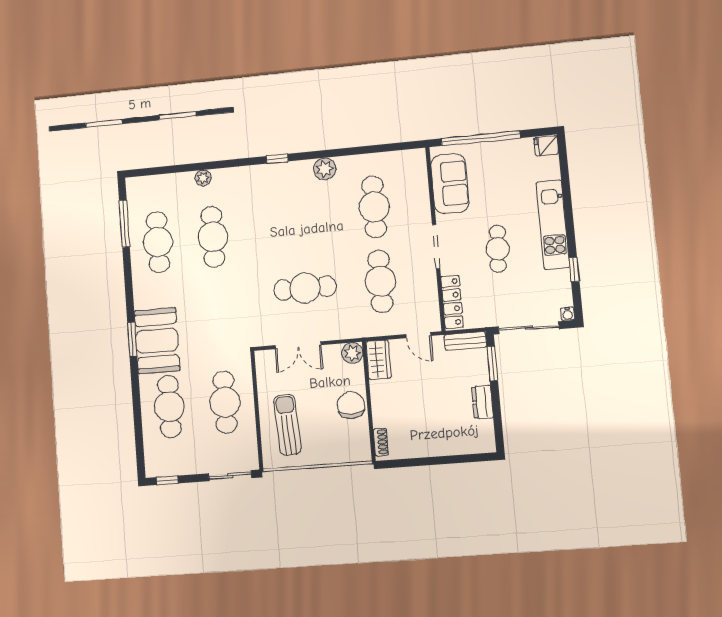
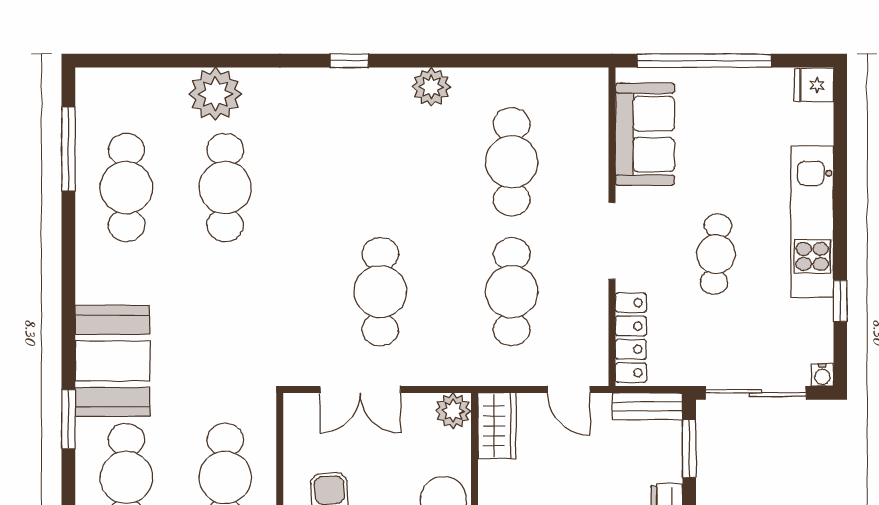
plant: (203, 178) -> (215, 94), width x1.88, depth x1.88
cafe table: (305, 288) -> (380, 292), turned 90
window: (132, 339) -> (68, 419), moved

